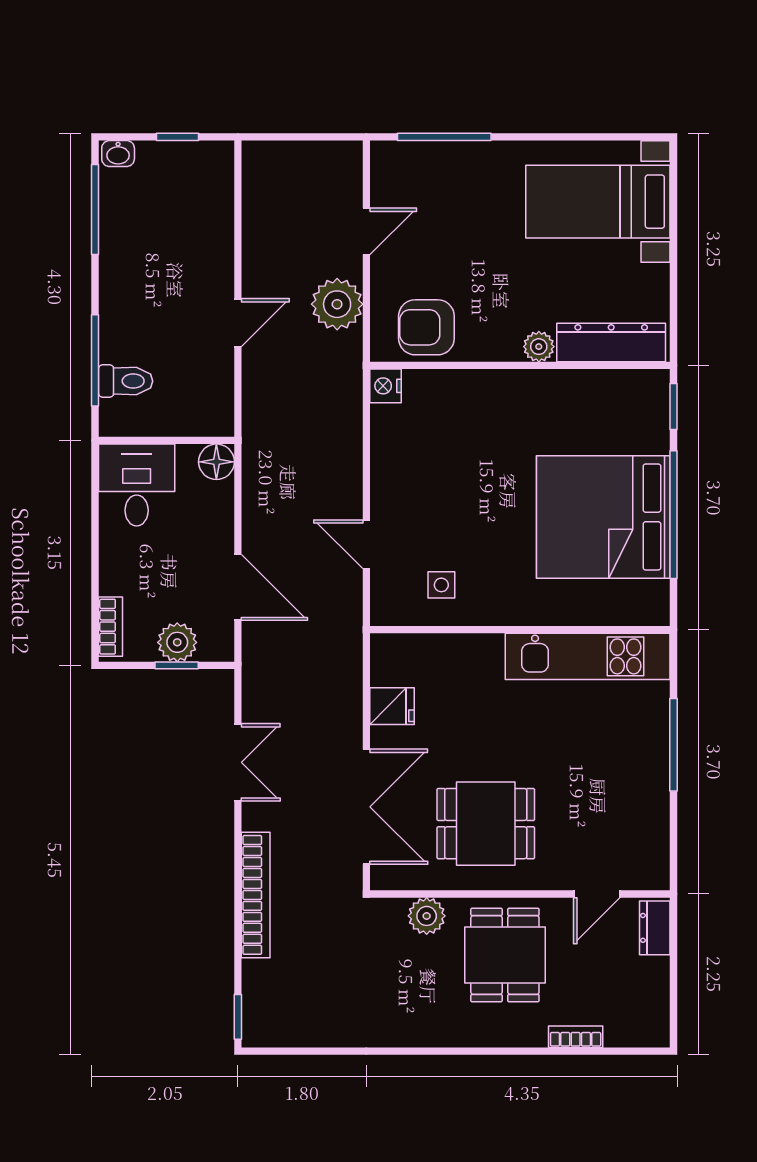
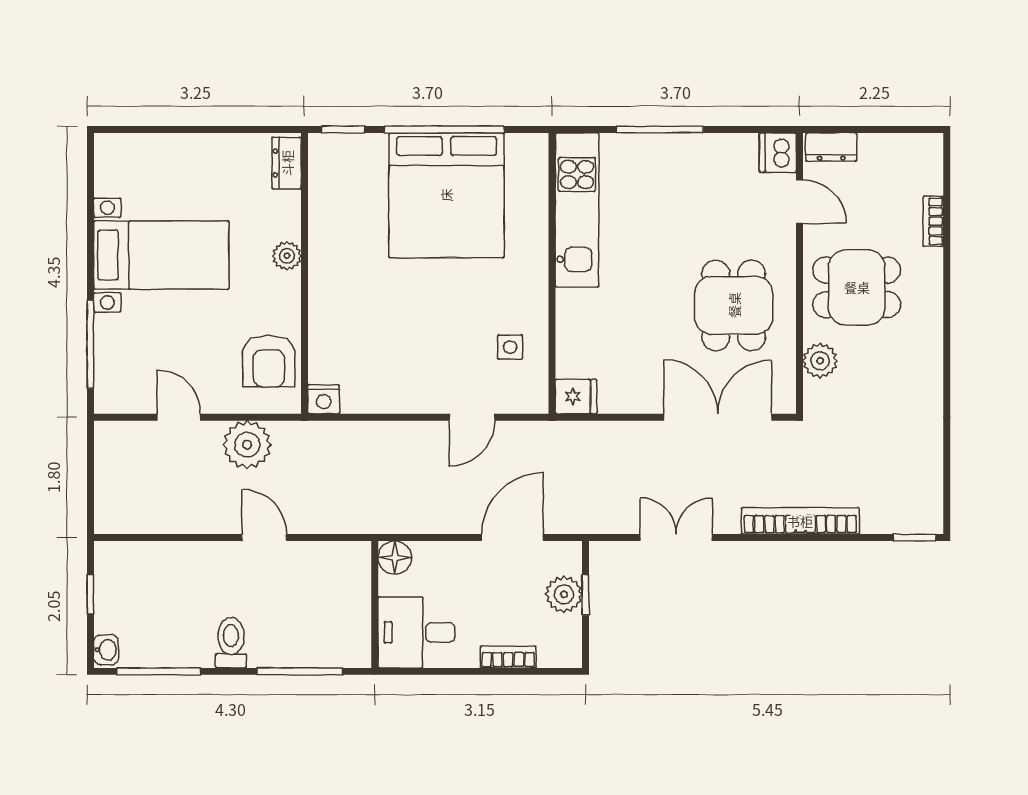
bed with nightstands: (598, 202) -> (161, 255), moved, turned -90
dresser: (611, 342) -> (287, 163), width x0.51, depth x0.80
toilet: (126, 381) -> (231, 643), moved
bookcase: (110, 627) -> (508, 657), moved
fridge: (392, 706) -> (576, 396), moved, turned 90
dishwasher: (649, 871) -> (778, 153), added

